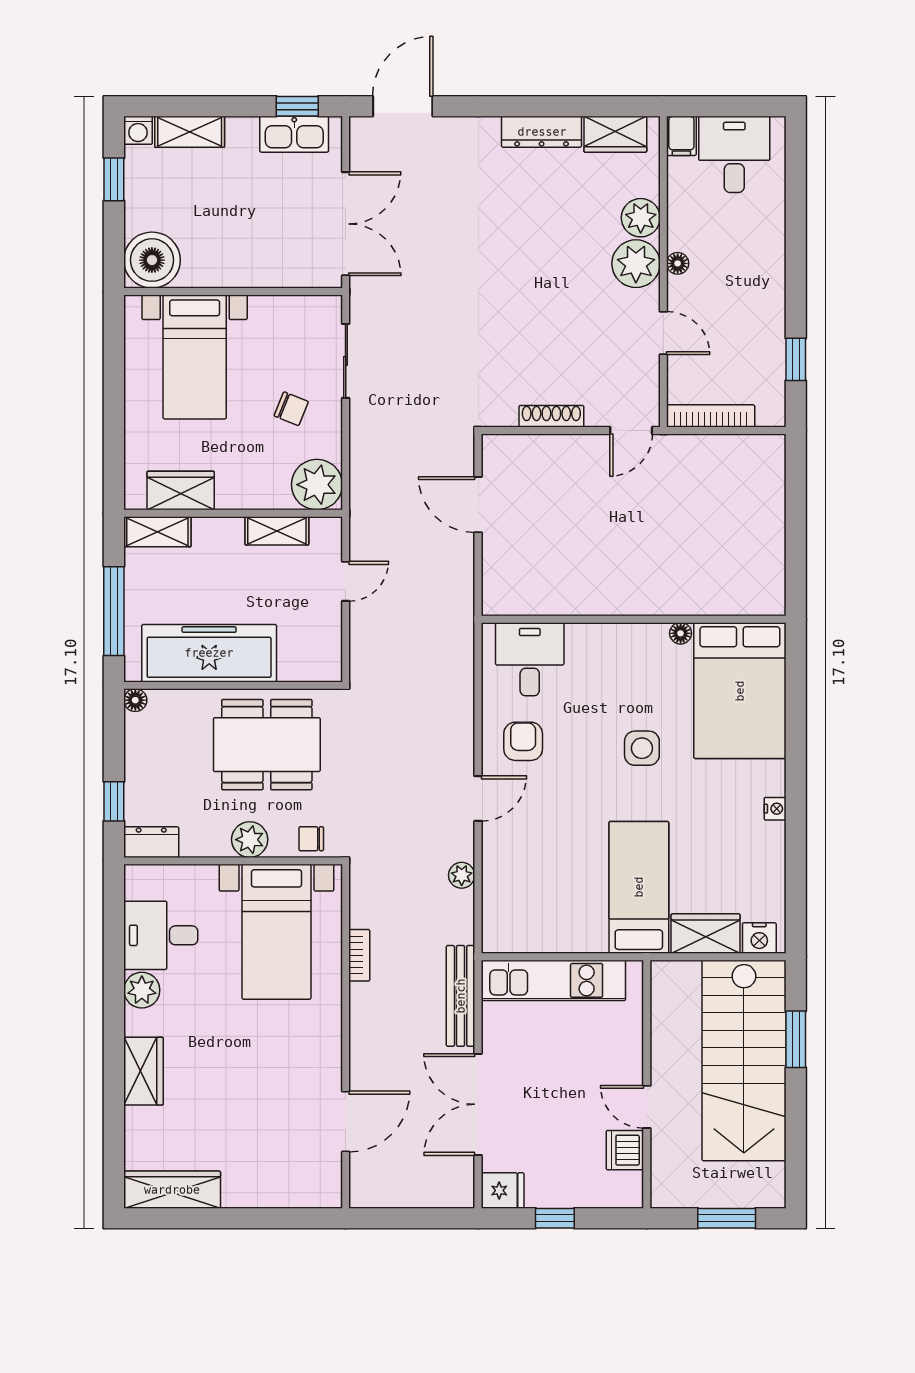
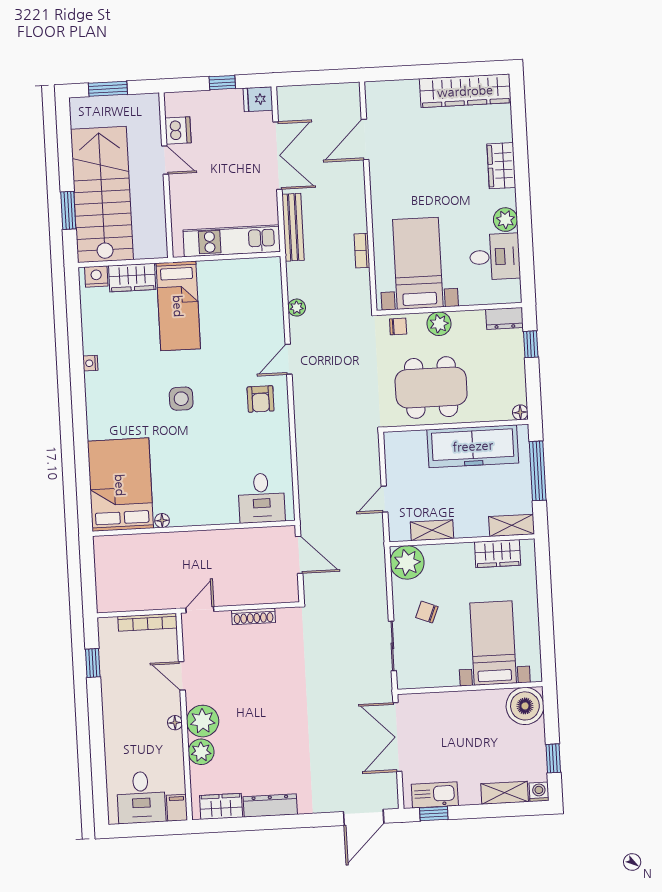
wall: (634, 619) -> (194, 528), moved
floor lamp: (681, 633) -> (162, 521), moved
desk: (530, 659) -> (261, 498), moved
bed: (740, 691) -> (120, 485), moved
wardrobe: (172, 1190) -> (465, 91), width x1.40, depth x1.17

